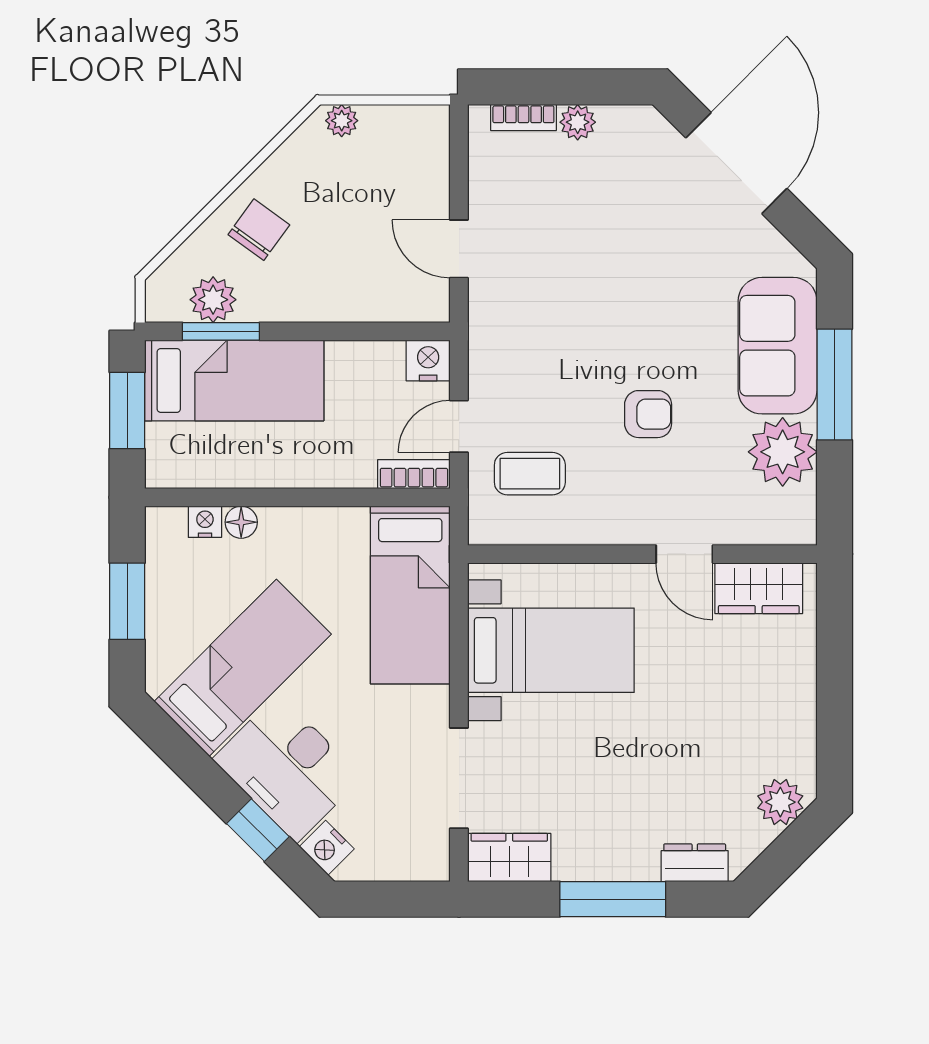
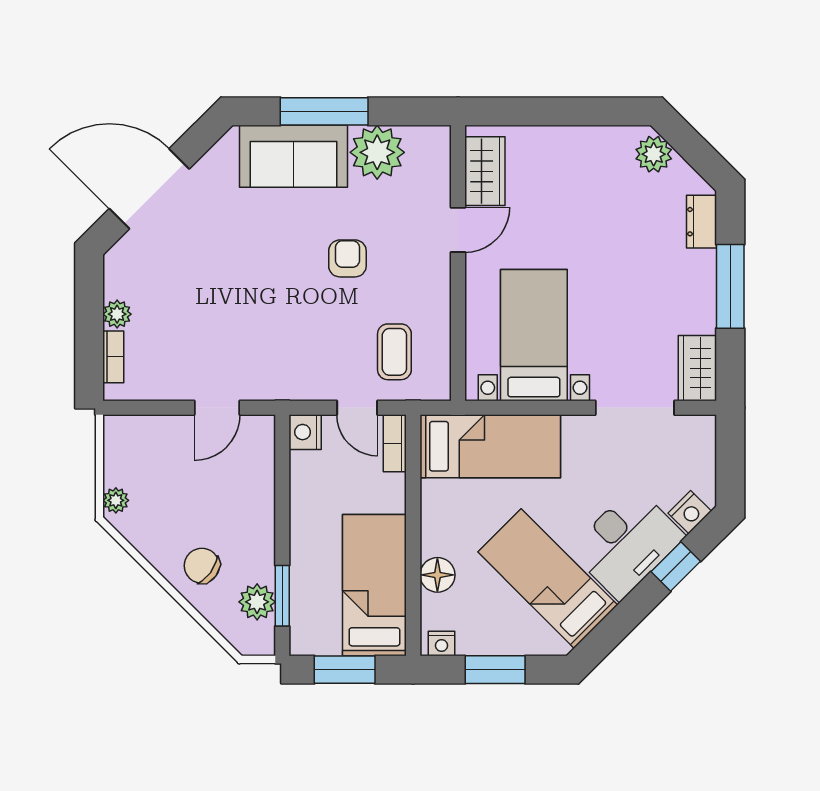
bed: (234, 380) -> (374, 585), moved
nightstand: (205, 522) -> (441, 644), moved, turned -90
floor lamp: (241, 522) -> (437, 575), width x1.37, depth x1.37

